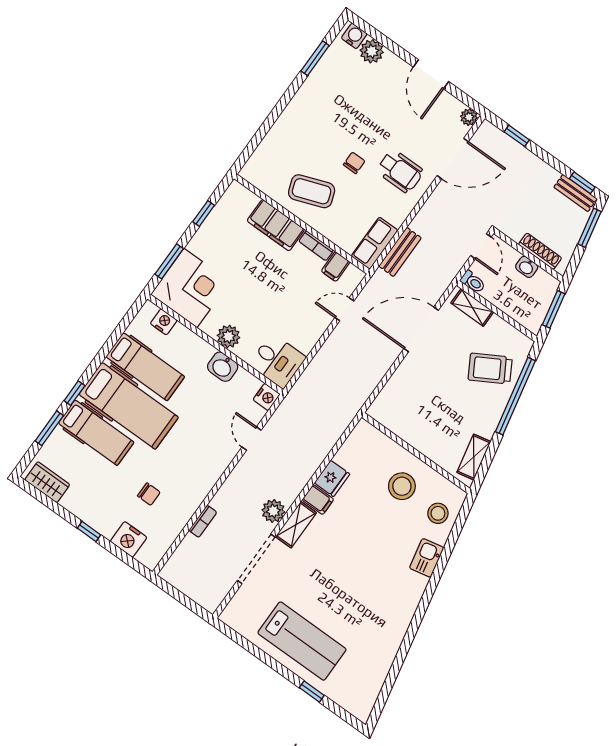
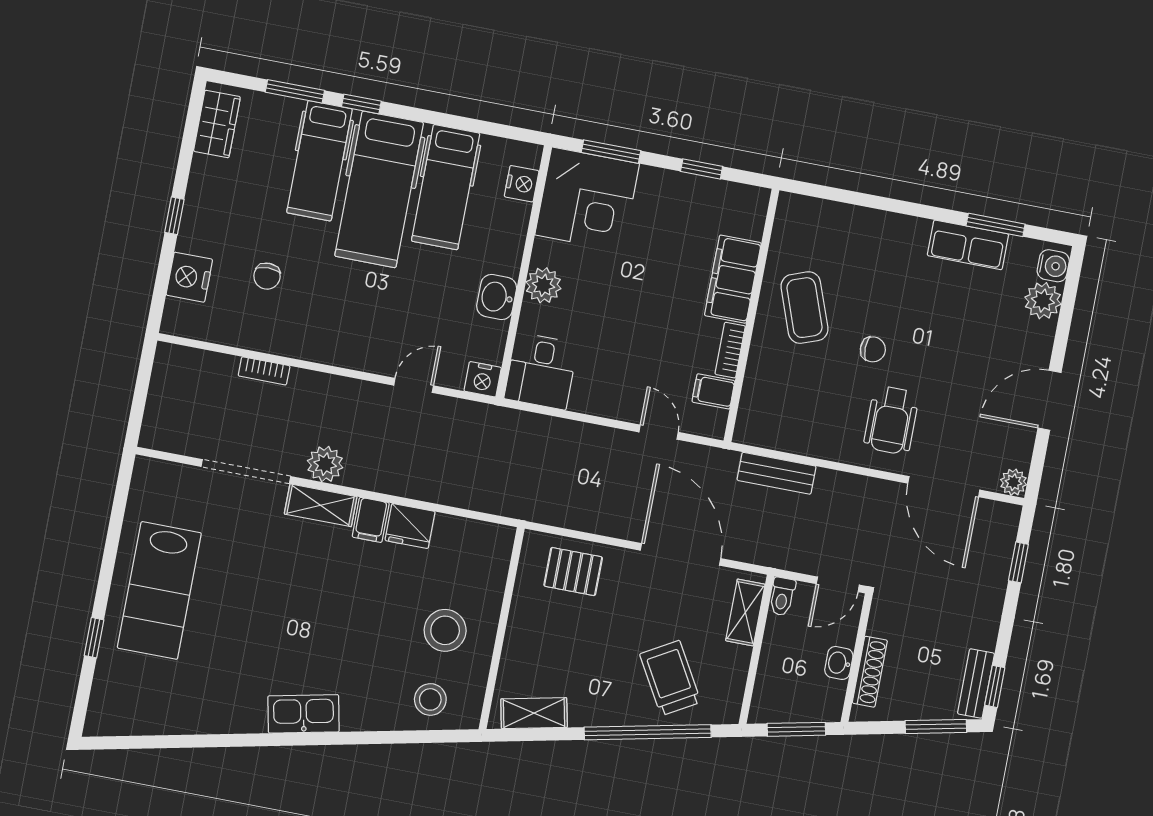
row of seats: (375, 243) -> (968, 245), moved, turned 180
pallet: (402, 396) -> (573, 572), added
kitchen sink: (427, 558) -> (303, 714), moved, width x1.38

